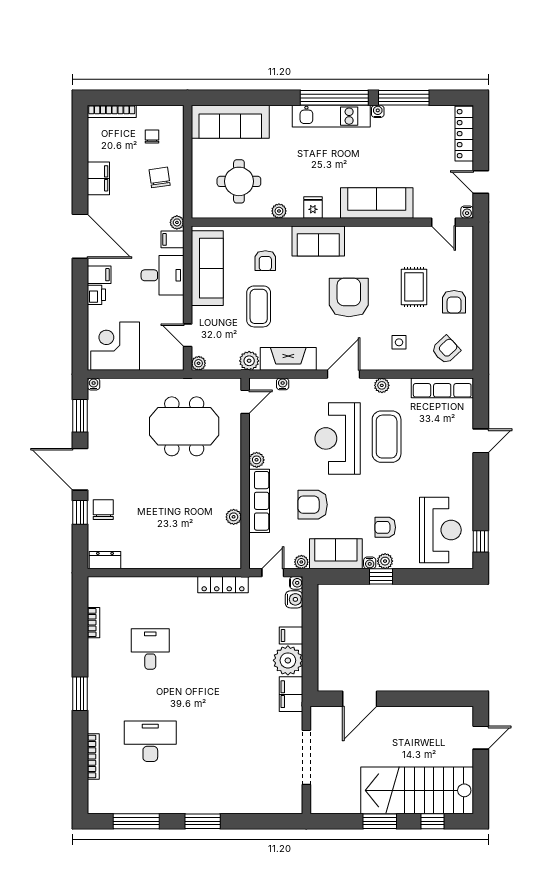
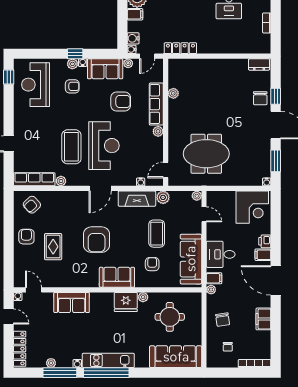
plant: (417, 112) -> (51, 363), added
sofa: (377, 203) -> (72, 303), width x0.73
fridge: (313, 208) -> (126, 302), width x1.88, depth x1.34
side table: (399, 342) -> (63, 210), removed
plant: (382, 385) -> (61, 181), moved

